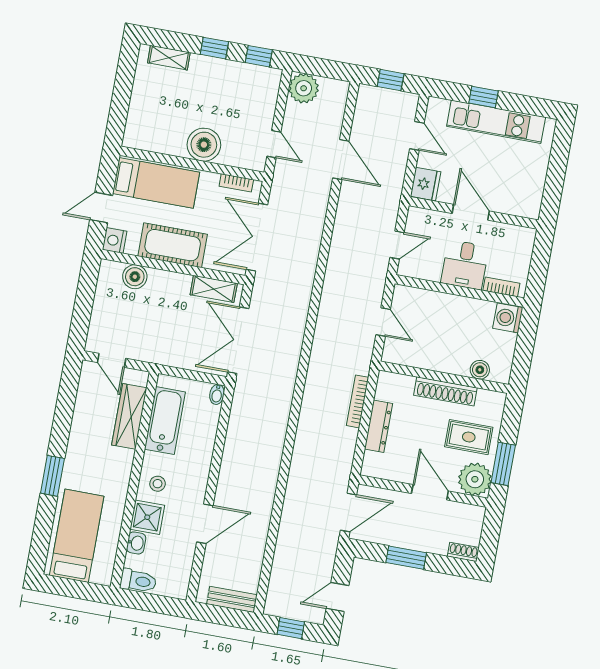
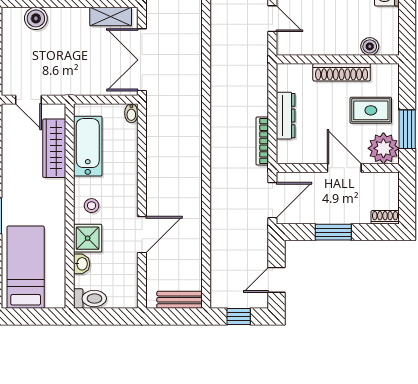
bookcase: (358, 401) -> (262, 141), moved

